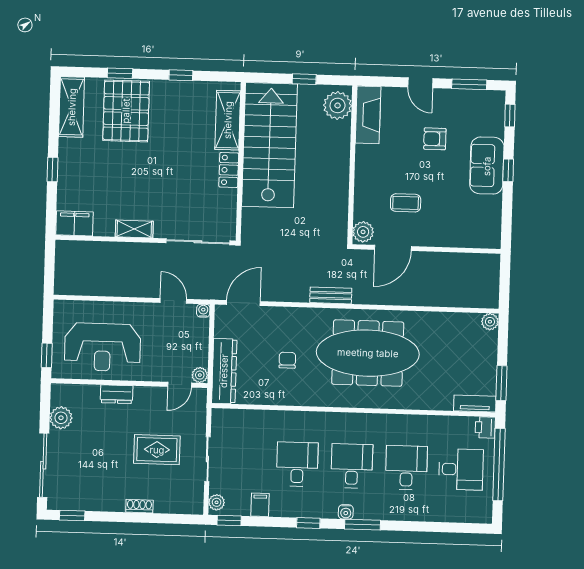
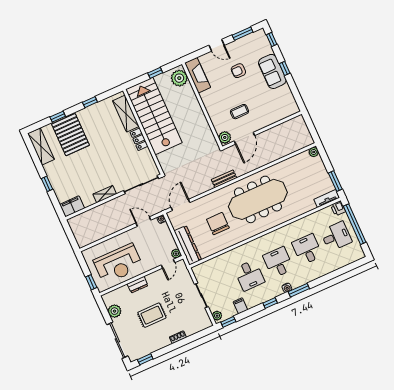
chair: (287, 360) -> (218, 224), width x1.87, depth x1.87
rug: (157, 450) -> (152, 315), moved
desk: (297, 464) -> (249, 275), turned 180

